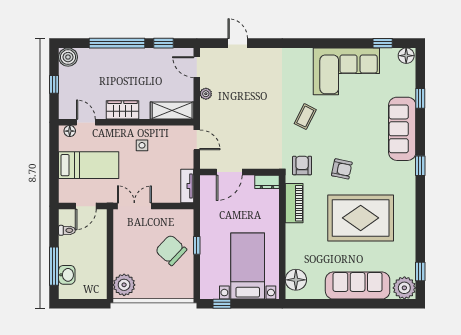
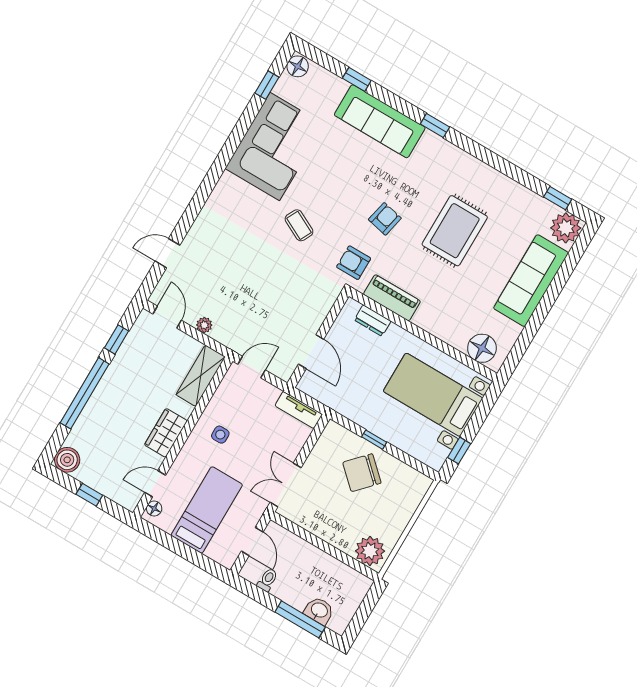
door: (197, 67) -> (167, 317), swing flipped
dresser: (267, 182) -> (373, 320), moved, turned 90
rug: (361, 218) -> (455, 231), width x0.73, depth x0.69

